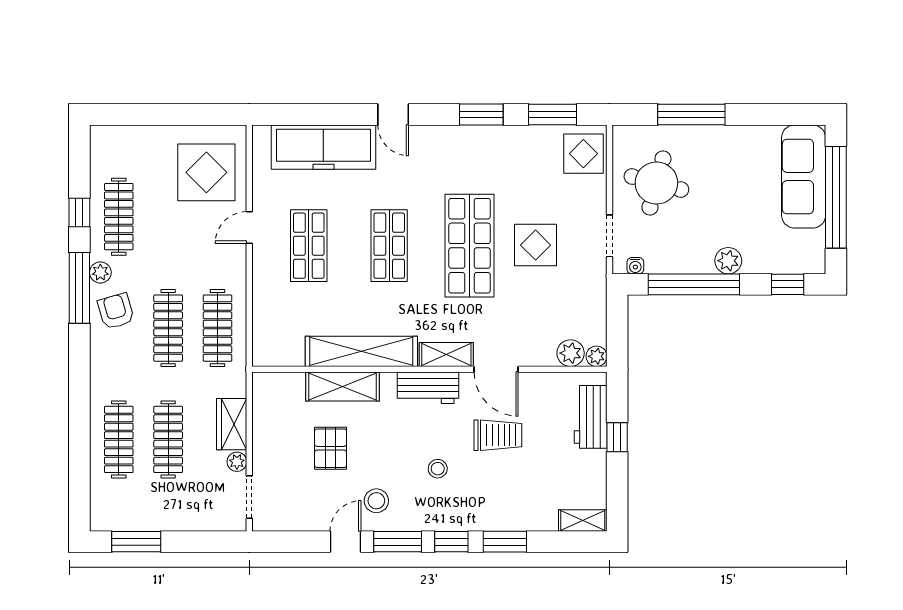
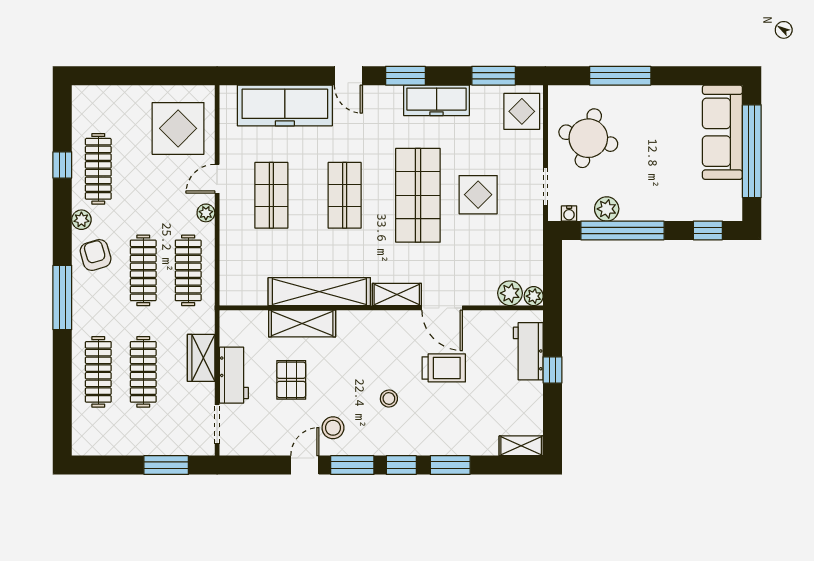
window: (481, 114) -> (405, 76), moved
freezer: (490, 141) -> (437, 100), added
plant: (728, 261) -> (607, 209), moved
window: (79, 288) -> (62, 297), moved
workbench: (428, 388) -> (234, 375), moved, turned -90
plant: (237, 462) -> (206, 213), moved
window: (136, 542) -> (166, 465), moved

